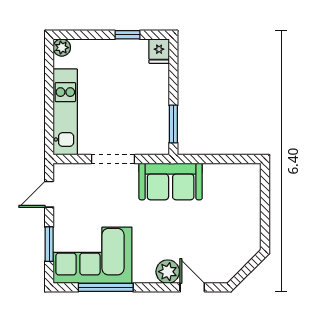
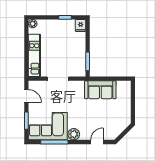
sofa: (171, 181) -> (100, 90), moved
door: (49, 194) -> (26, 96), swing flipped
plant: (168, 272) -> (74, 134), moved
door: (192, 287) -> (97, 142), hinge flipped

